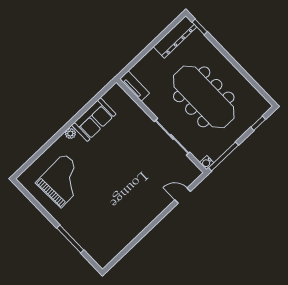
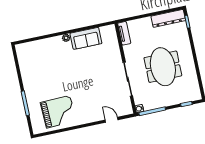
meeting table: (204, 97) -> (163, 67), width x0.73
grand piano: (63, 180) -> (58, 112), moved

